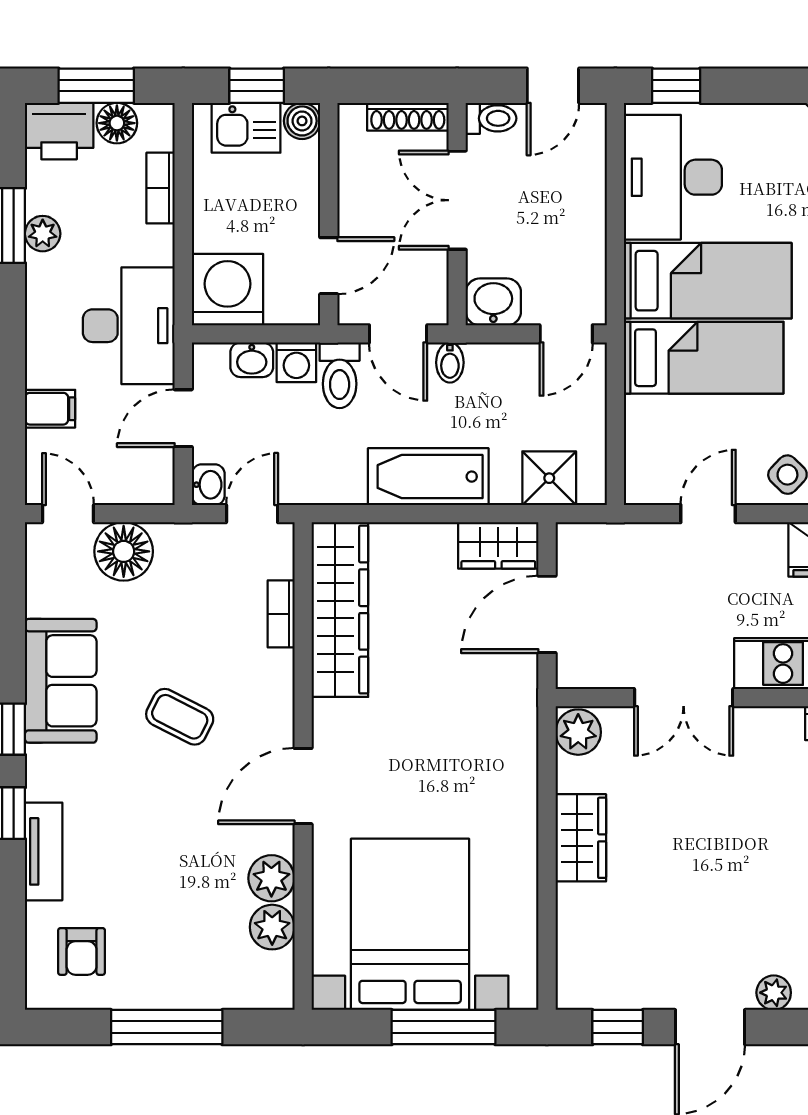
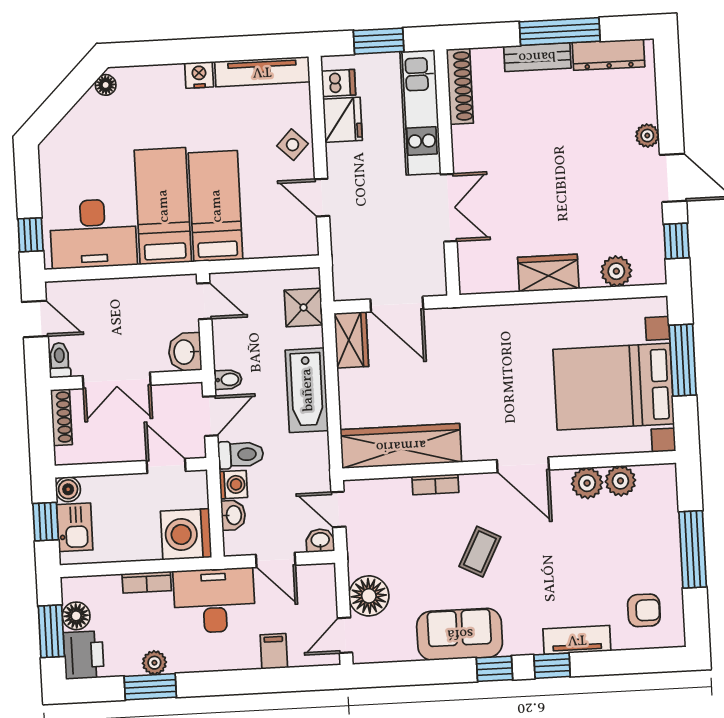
bookcase: (161, 188) -> (147, 582), moved
bookcase: (281, 614) -> (435, 484), moved
plant: (578, 732) -> (616, 271), moved

